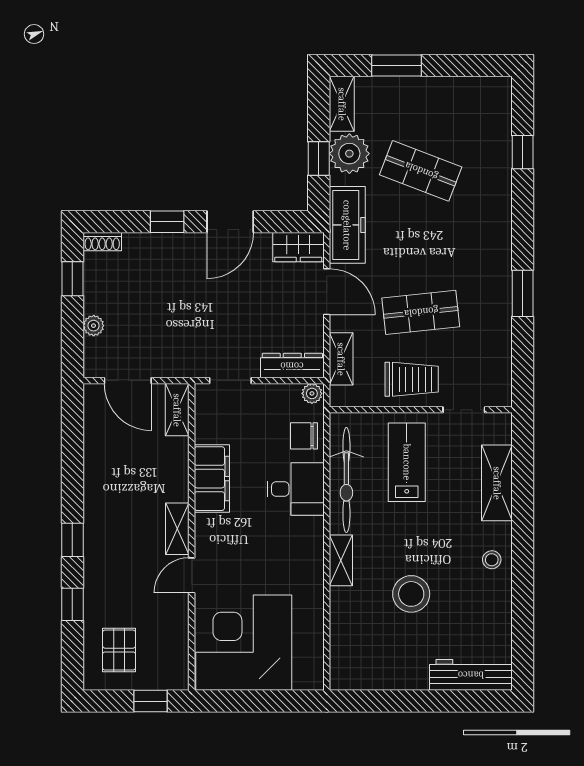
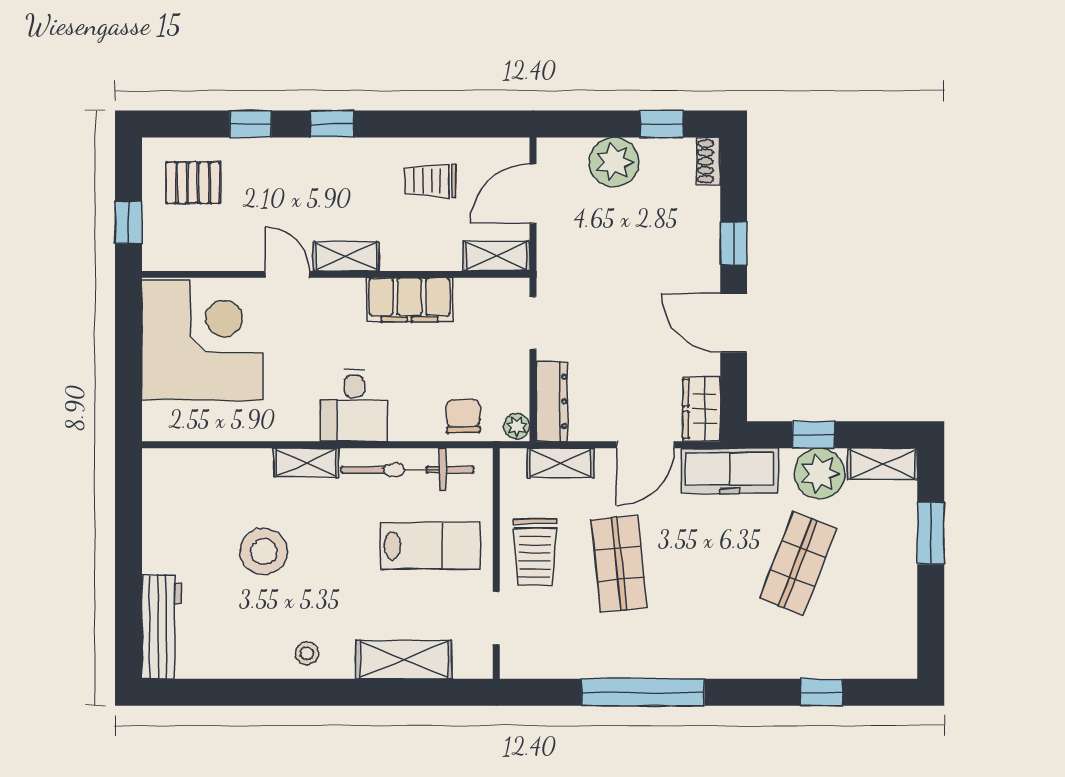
window: (523, 293) -> (643, 692), width x2.11
plant: (94, 326) -> (614, 162), width x1.87, depth x1.87
trolley: (118, 462) -> (430, 181), added
desk: (296, 489) -> (354, 406), moved

